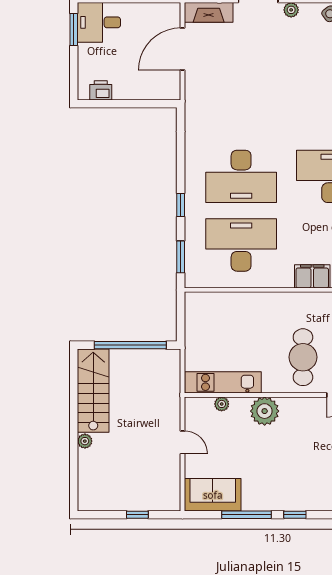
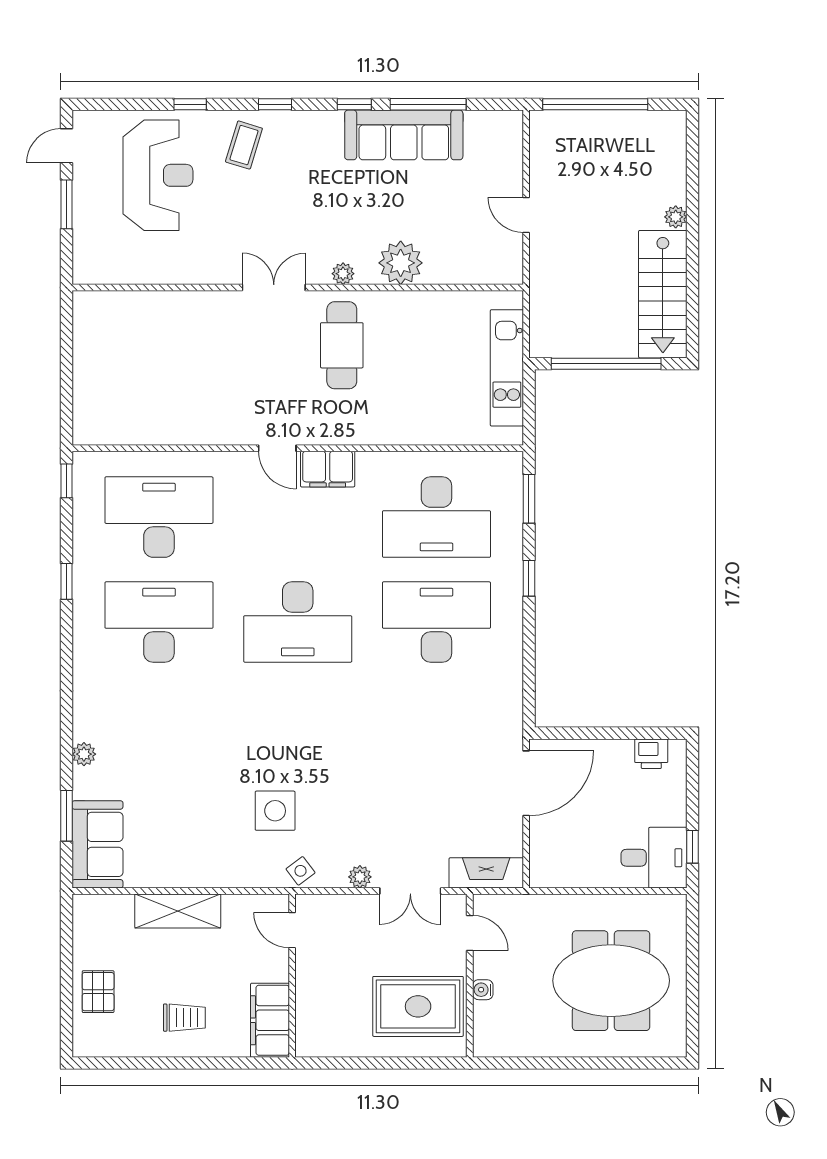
window: (74, 29) -> (693, 847), width x0.67
door: (182, 49) -> (526, 783), moved
kitchen unit: (223, 382) -> (507, 368), moved, turned 90
plant: (222, 404) -> (343, 274), moved
sofa: (213, 495) -> (404, 135), moved, width x1.36
window: (137, 515) -> (595, 104), width x3.17

